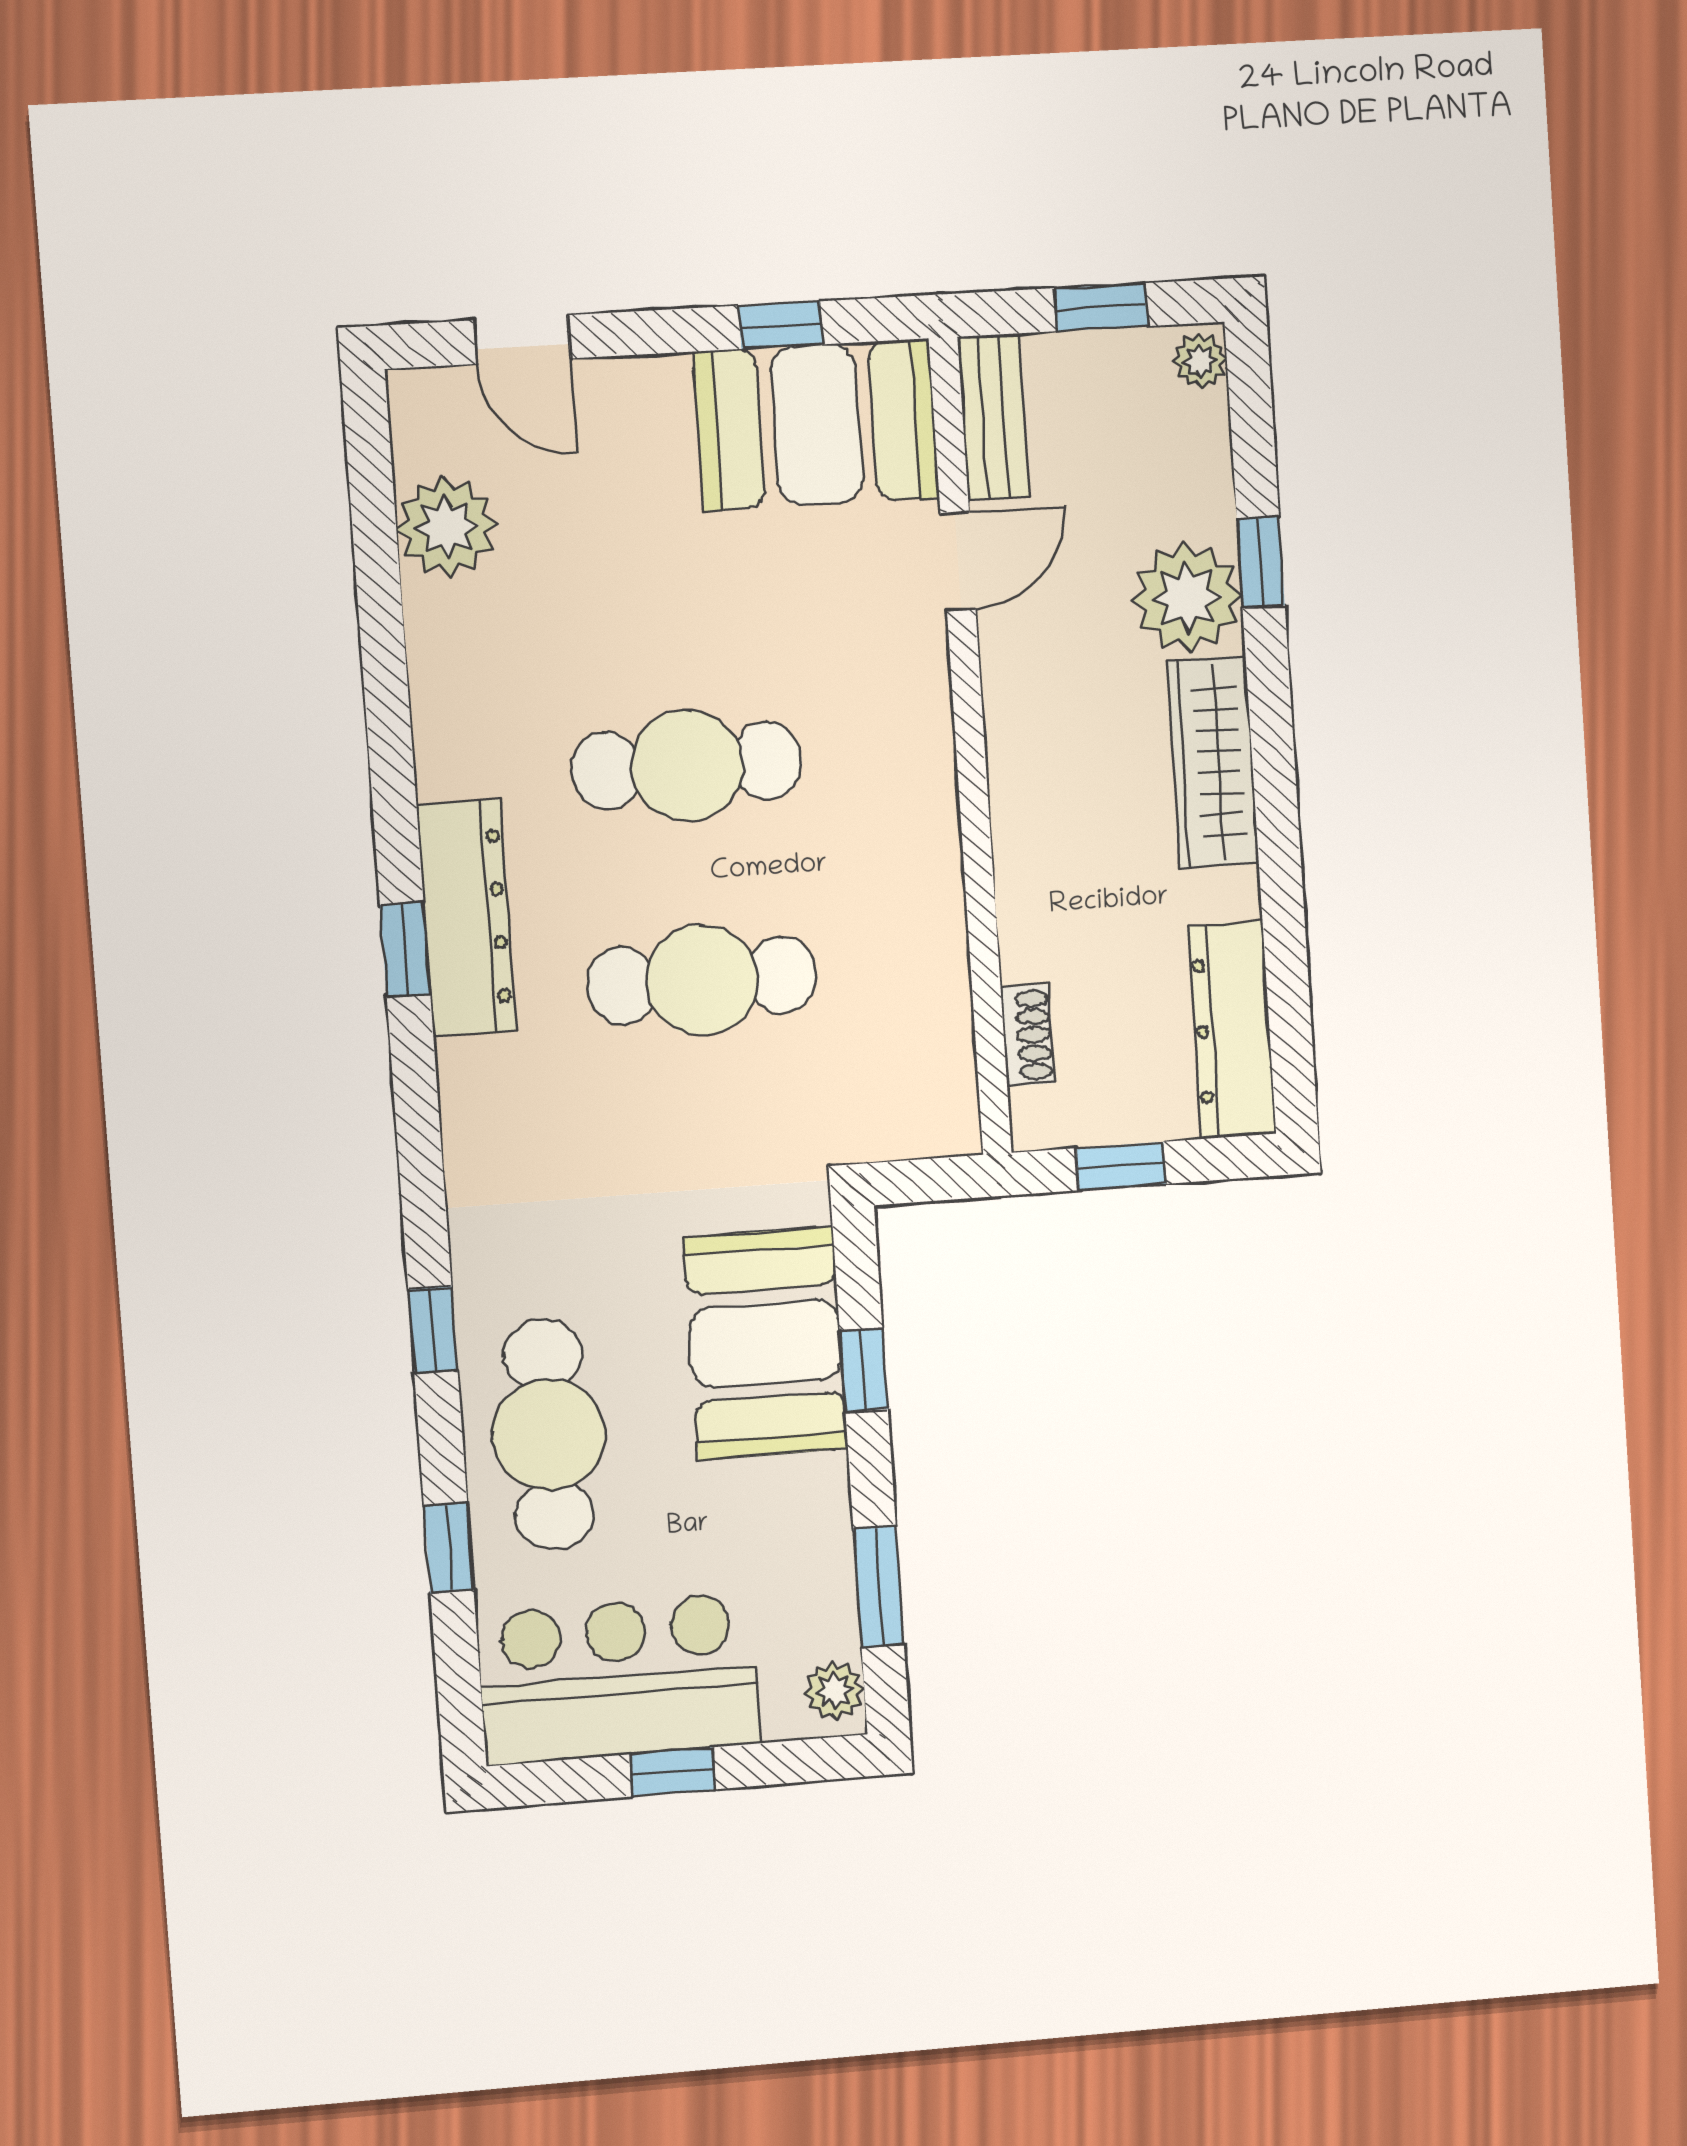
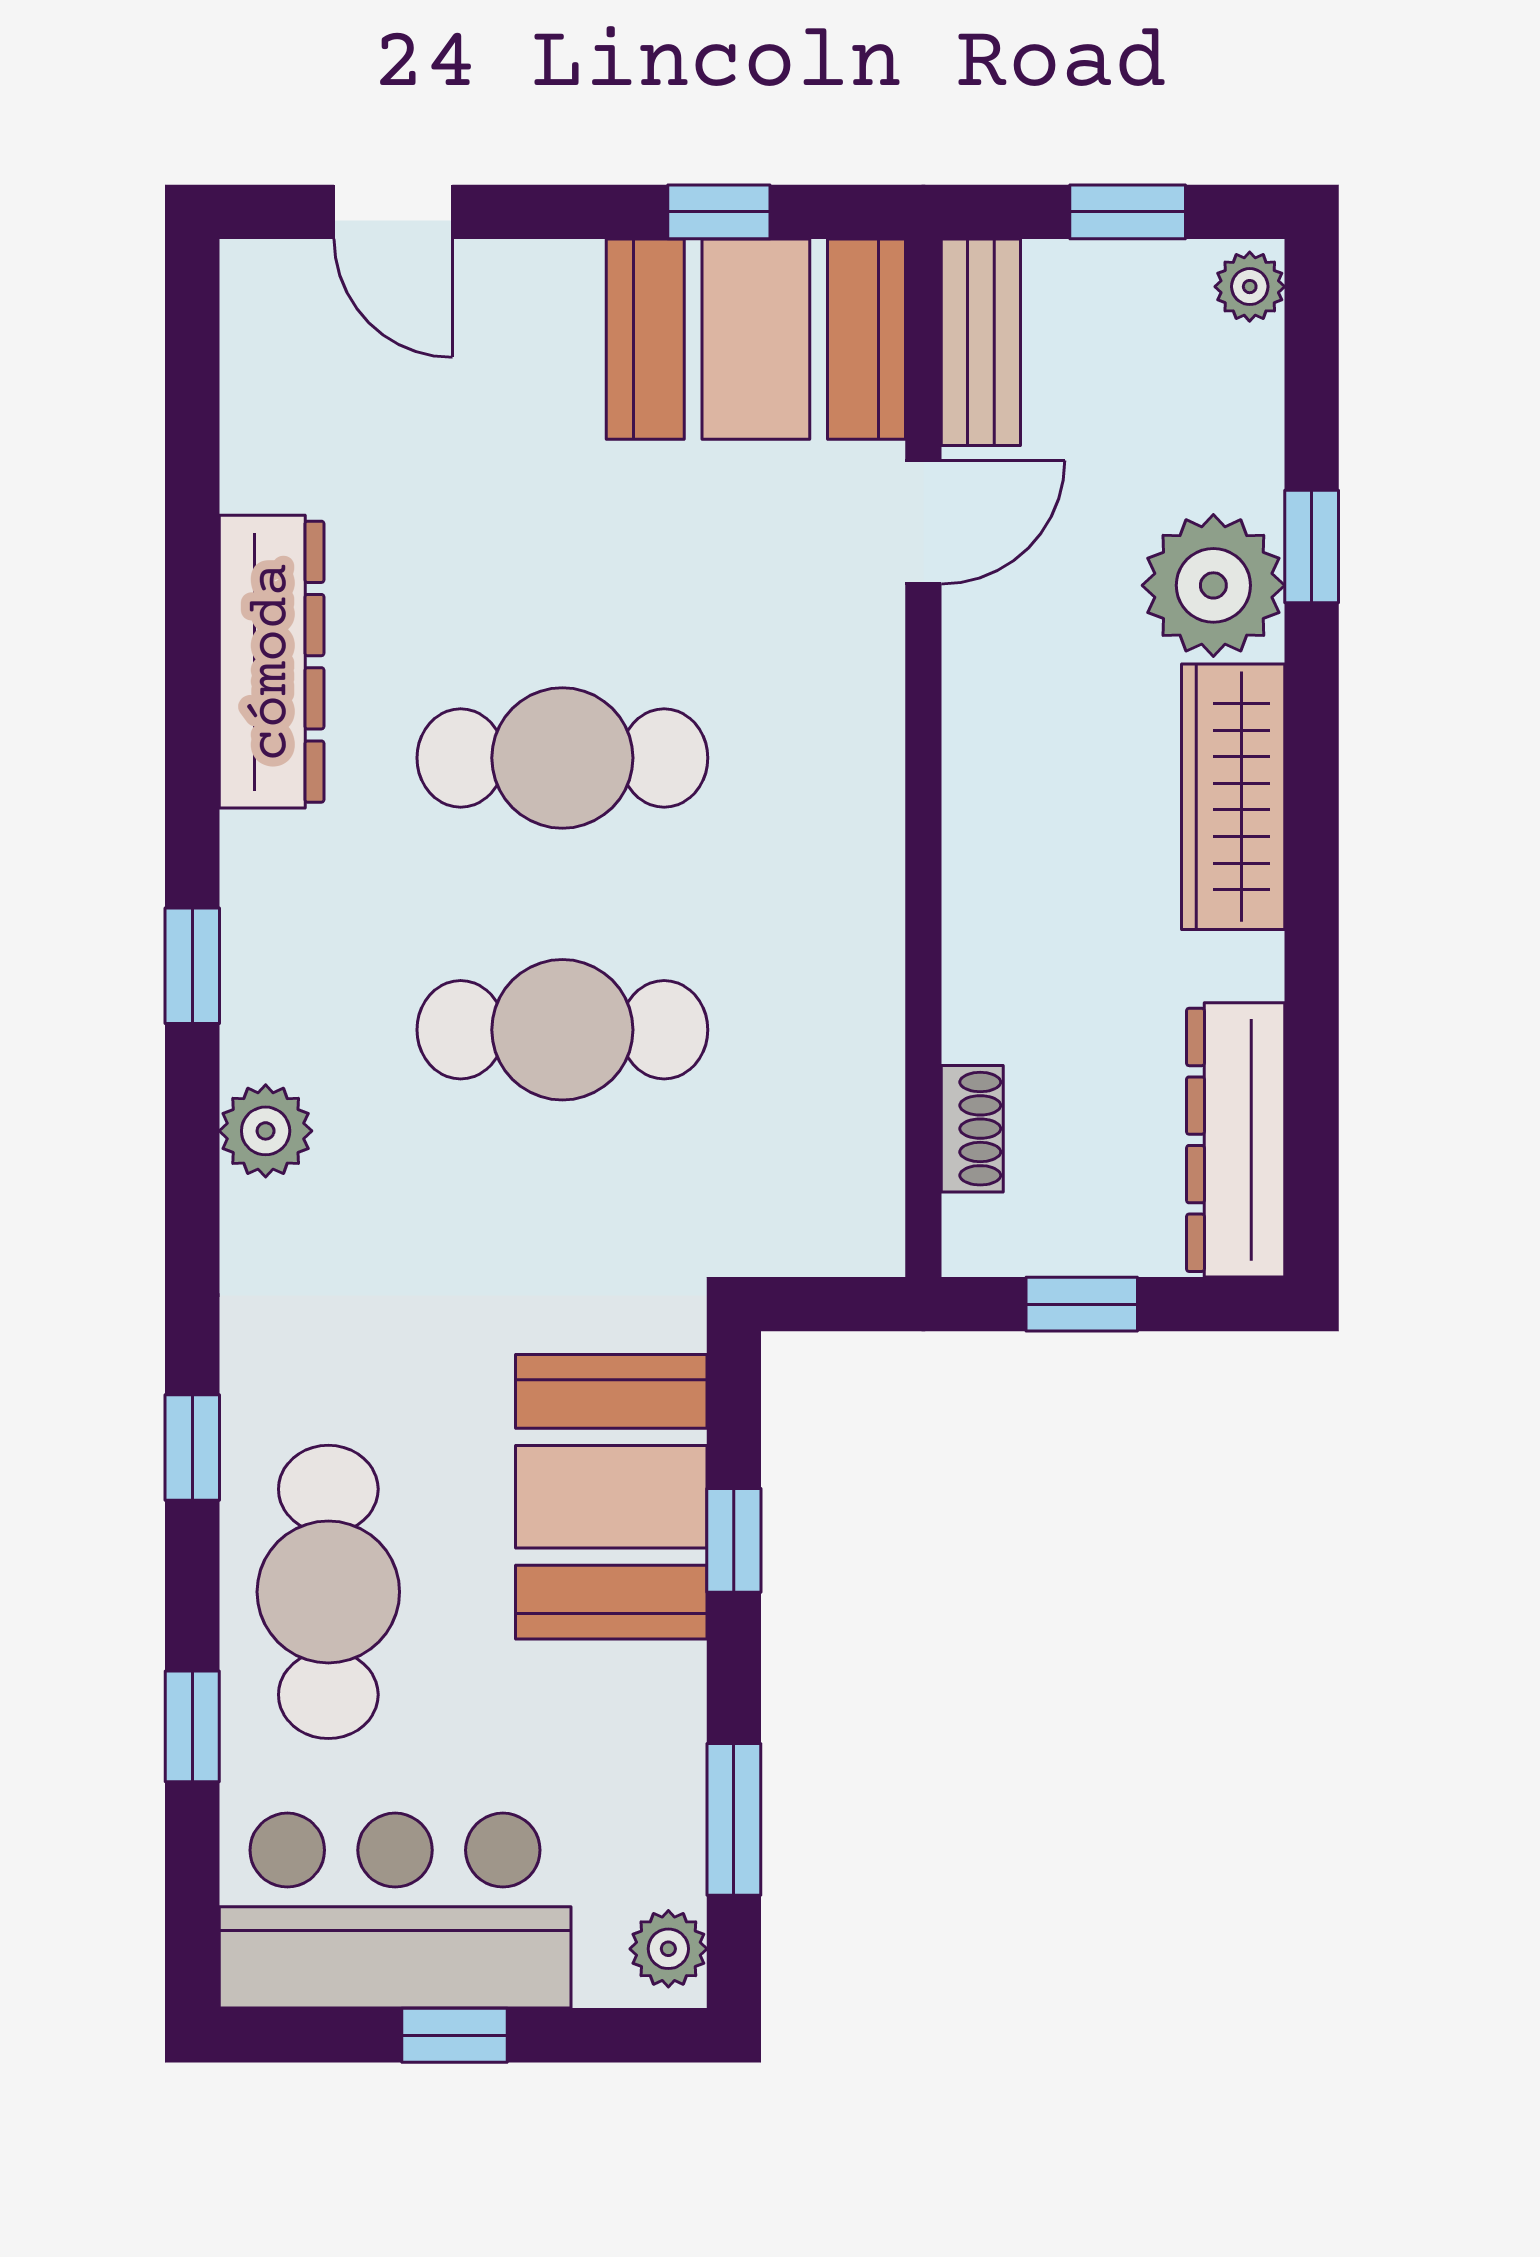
plant: (447, 527) -> (266, 1131), moved, width x0.73, depth x0.73
dresser: (466, 918) -> (272, 662), moved

